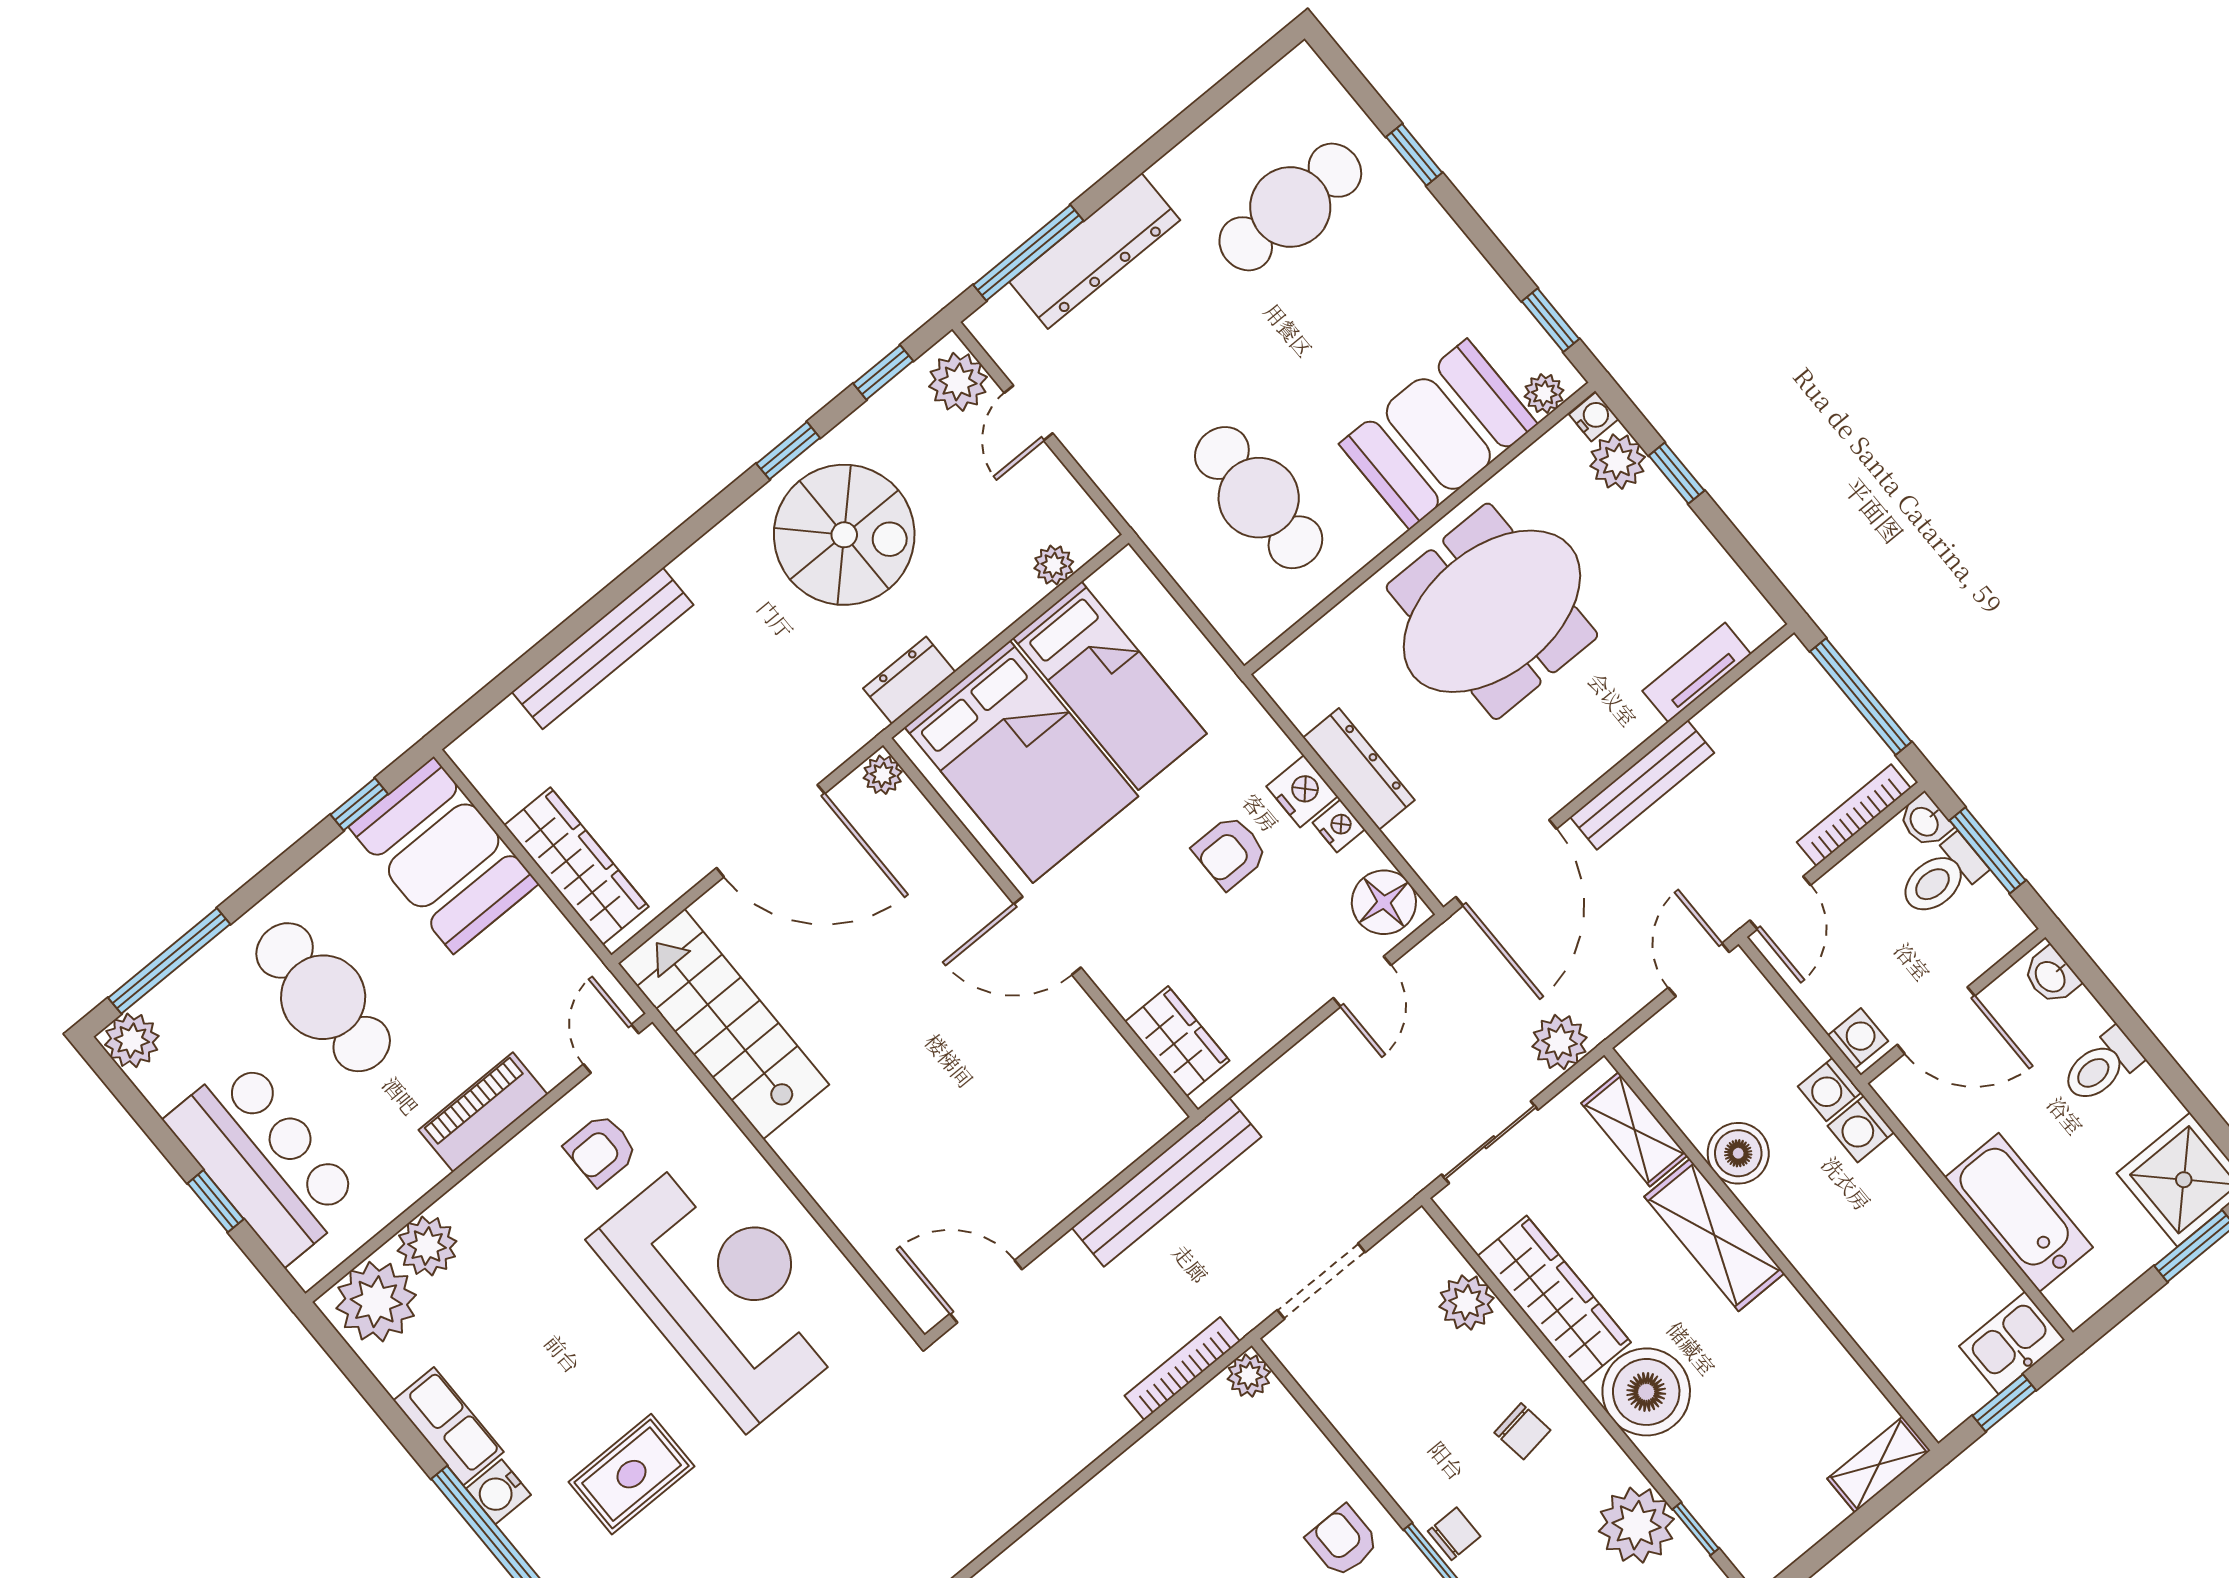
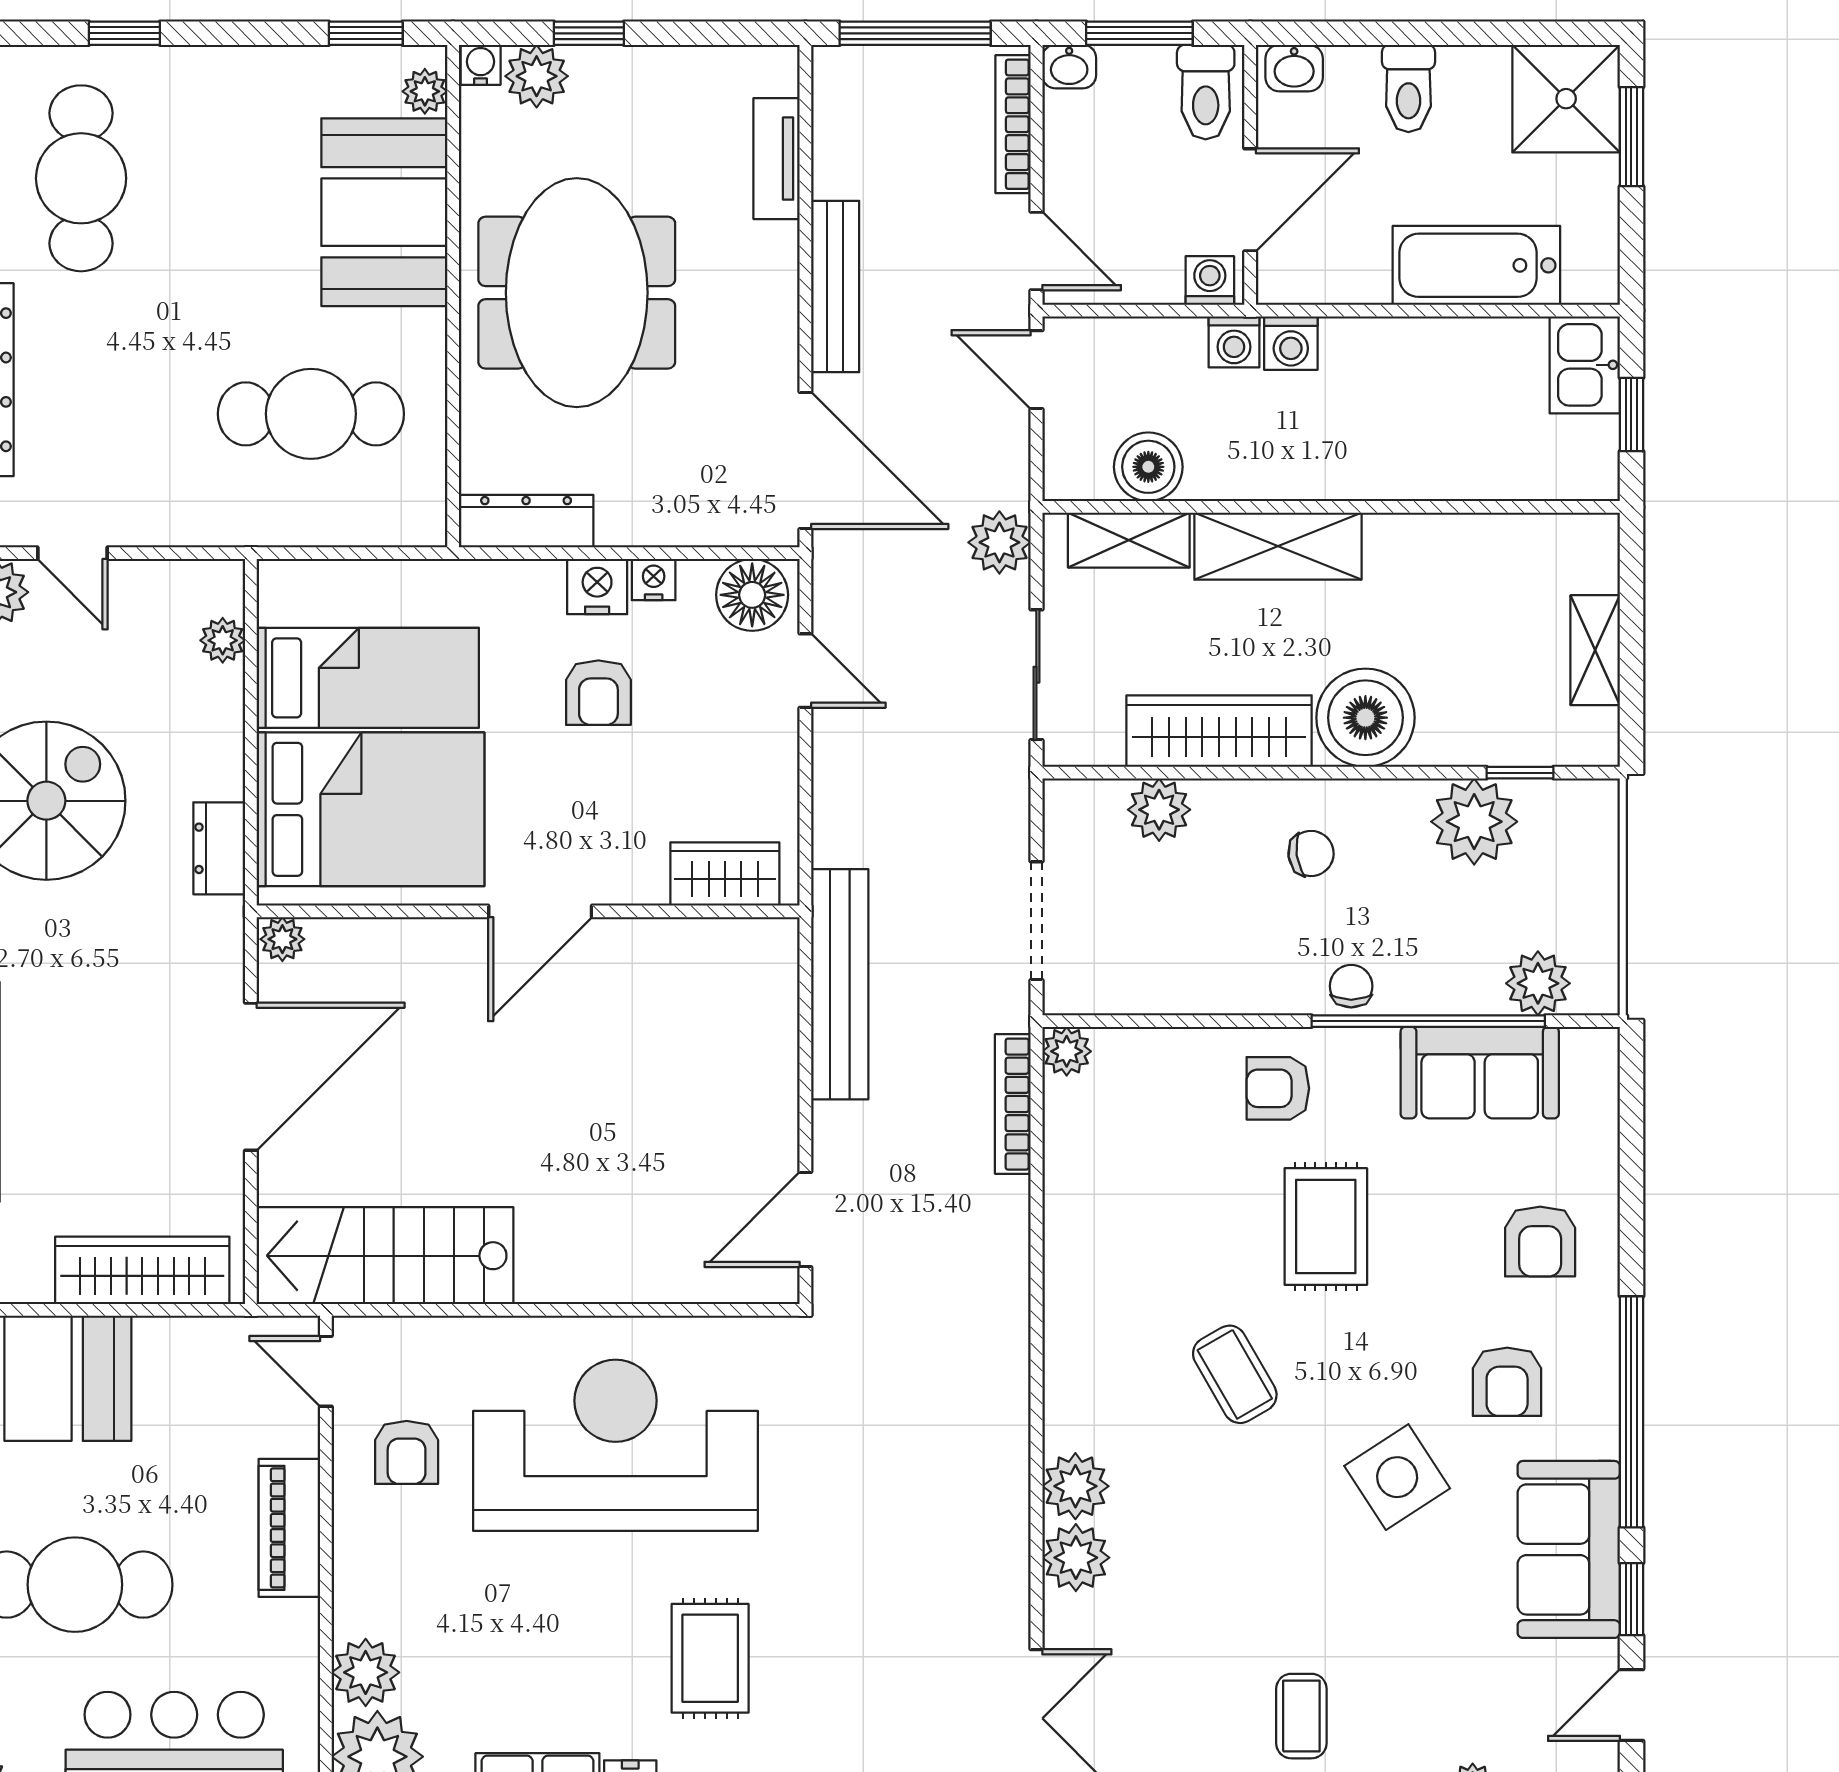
dresser: (1359, 769) -> (526, 521), moved
toilet: (1942, 877) -> (1206, 92), moved
boiler: (1738, 1153) -> (1148, 467), moved
shelving: (1879, 1465) -> (1595, 650), moved

